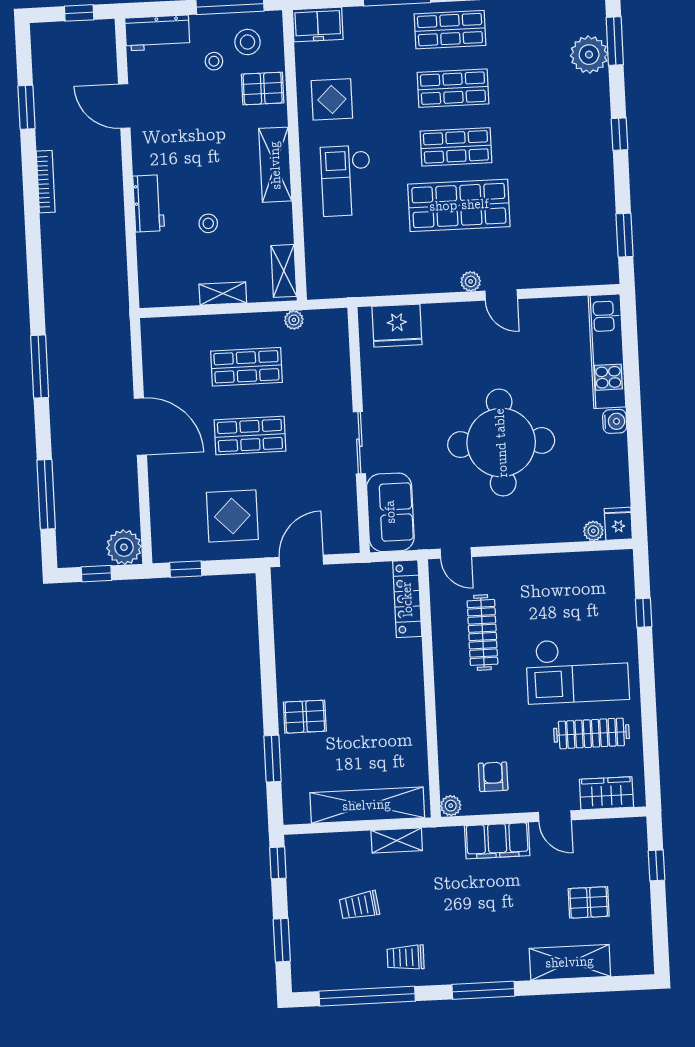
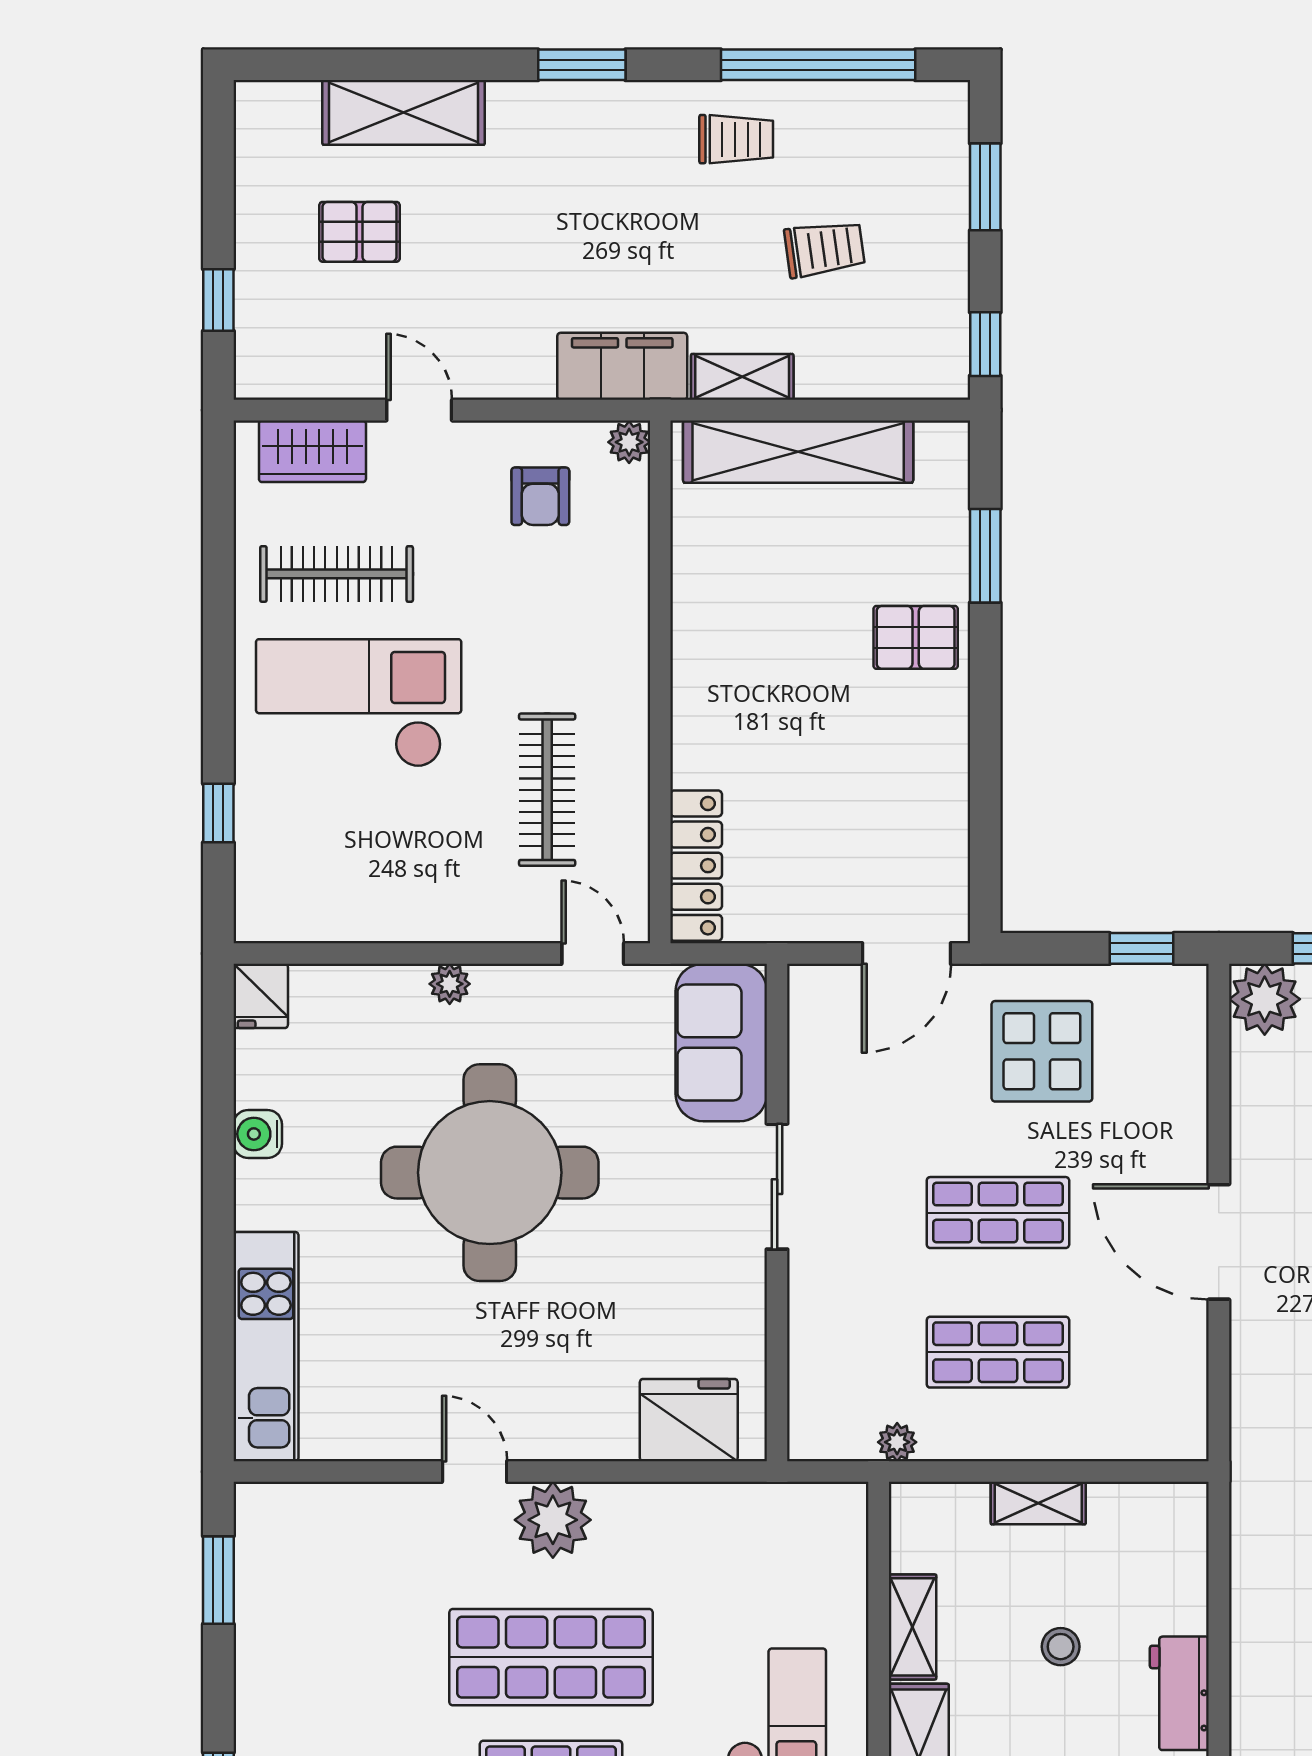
shelving: (284, 271) -> (912, 1627), moved
plant: (471, 281) -> (553, 1520), width x1.88, depth x1.88
water cooler: (615, 421) -> (258, 1134), moved
plant: (593, 531) -> (450, 984), moved
filing cabinet: (497, 841) -> (622, 366), moved
window: (483, 990) -> (582, 65), width x0.69

